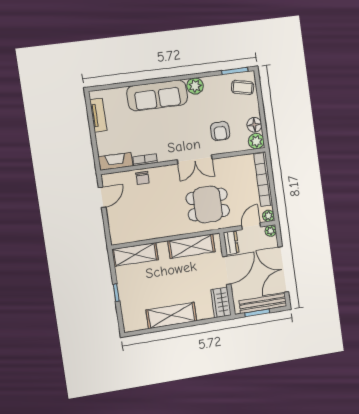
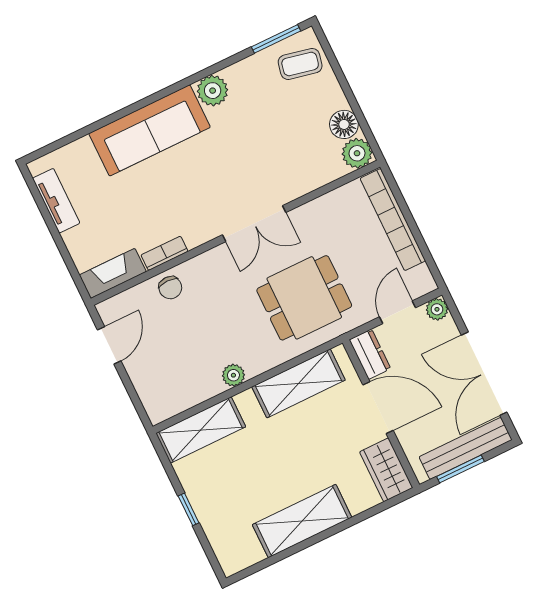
armchair: (220, 131) -> (284, 157), removed
plant: (268, 216) -> (233, 375), moved
door: (227, 270) -> (378, 408), hinge flipped

